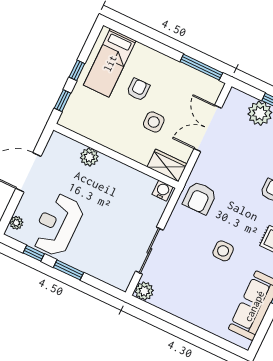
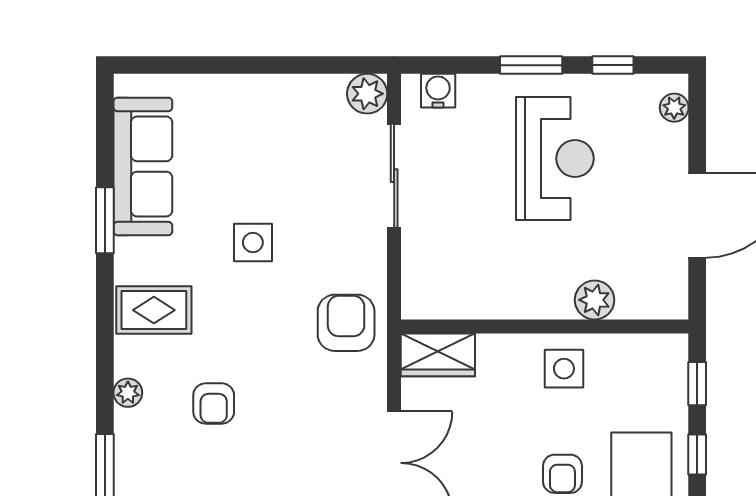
side table: (154, 122) -> (564, 369), moved
water cooler: (163, 191) -> (438, 91), moved, turned 180
reception desk: (57, 225) -> (555, 159), moved

